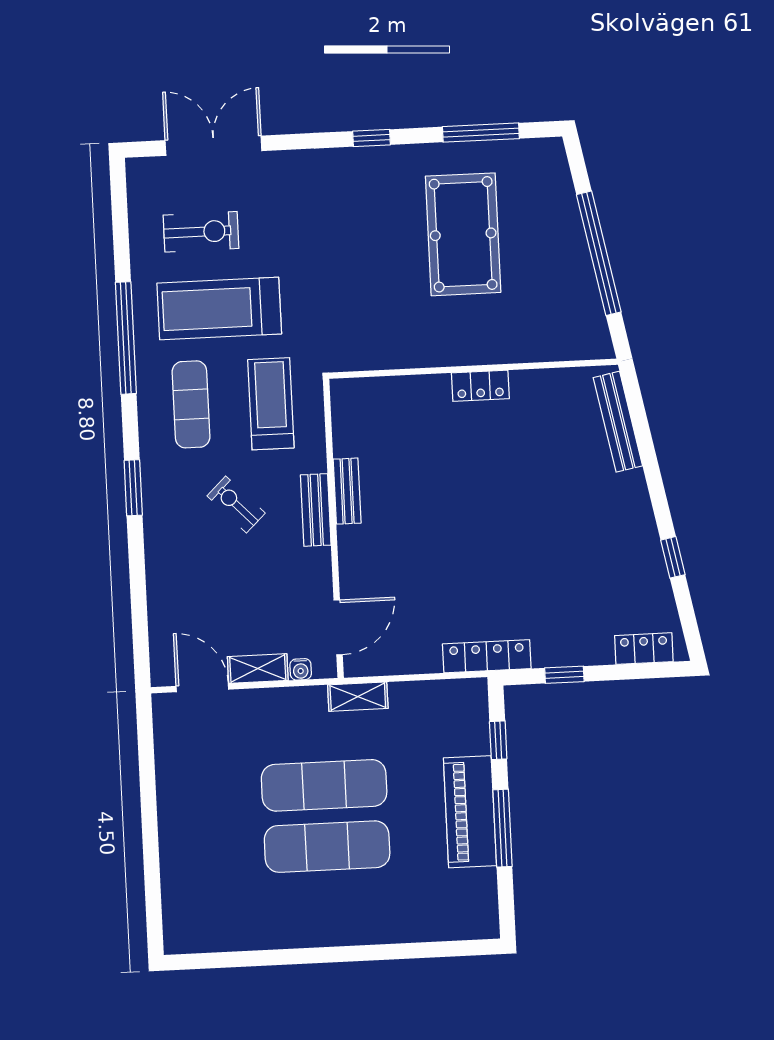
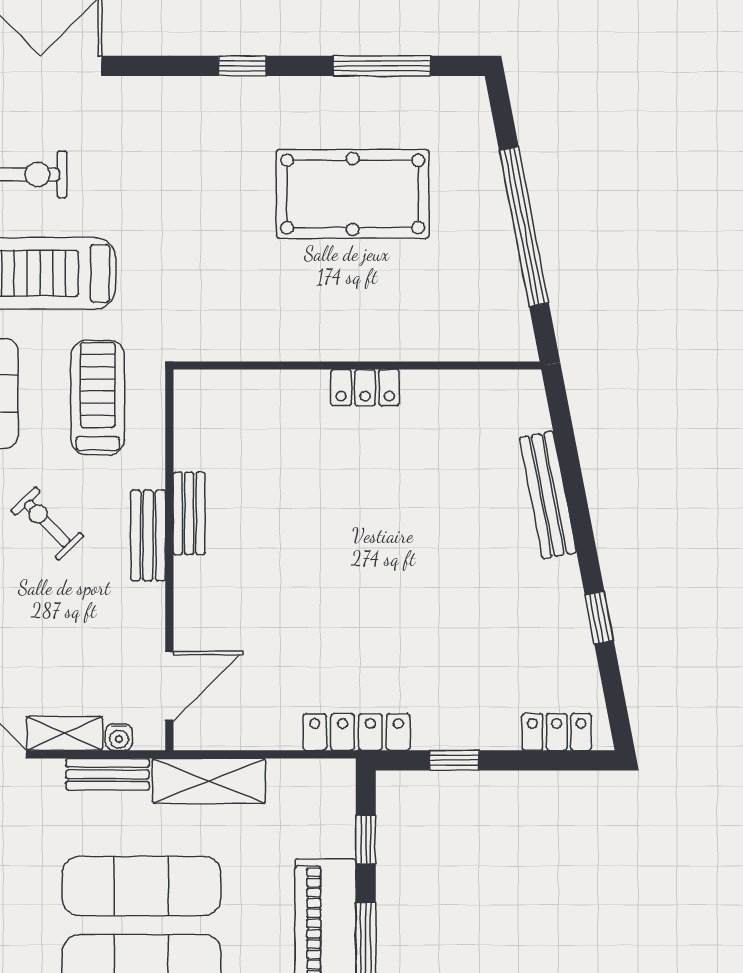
pool table: (463, 234) -> (353, 194), turned 90
bench: (618, 422) -> (548, 495), moved
shelving: (358, 697) -> (209, 781), width x1.50, depth x1.33
bench: (293, 699) -> (108, 774), added

